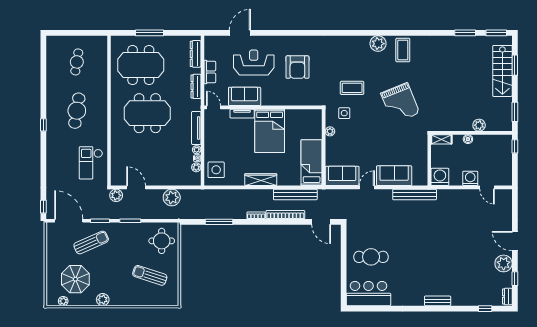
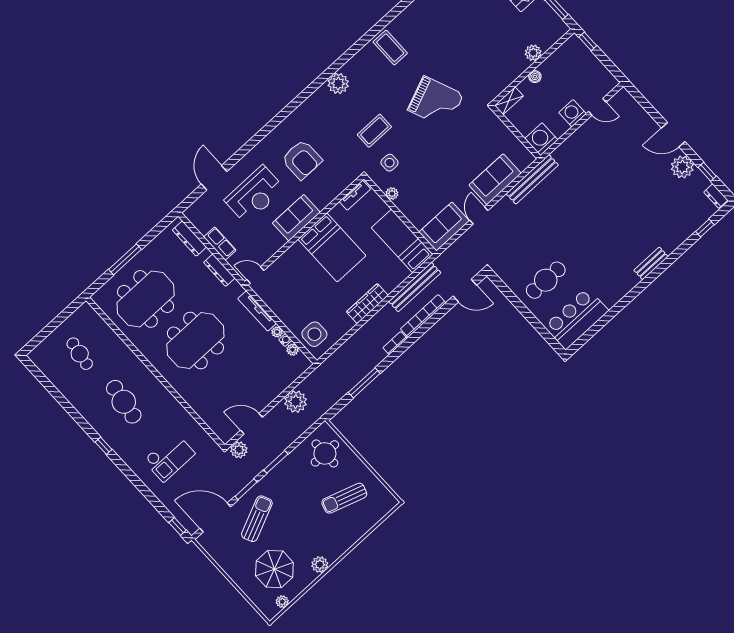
plant: (378, 44) -> (338, 83), moved
reception desk: (254, 62) -> (255, 194), turned 180
sofa: (245, 96) -> (296, 218), moved
tv unit: (242, 114) -> (355, 195), moved
checkout: (91, 163) -> (169, 457), moved, turned -90

